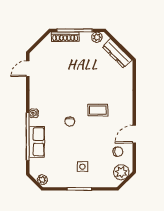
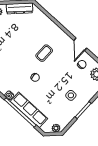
row of seats: (37, 142) -> (29, 110), width x1.48

